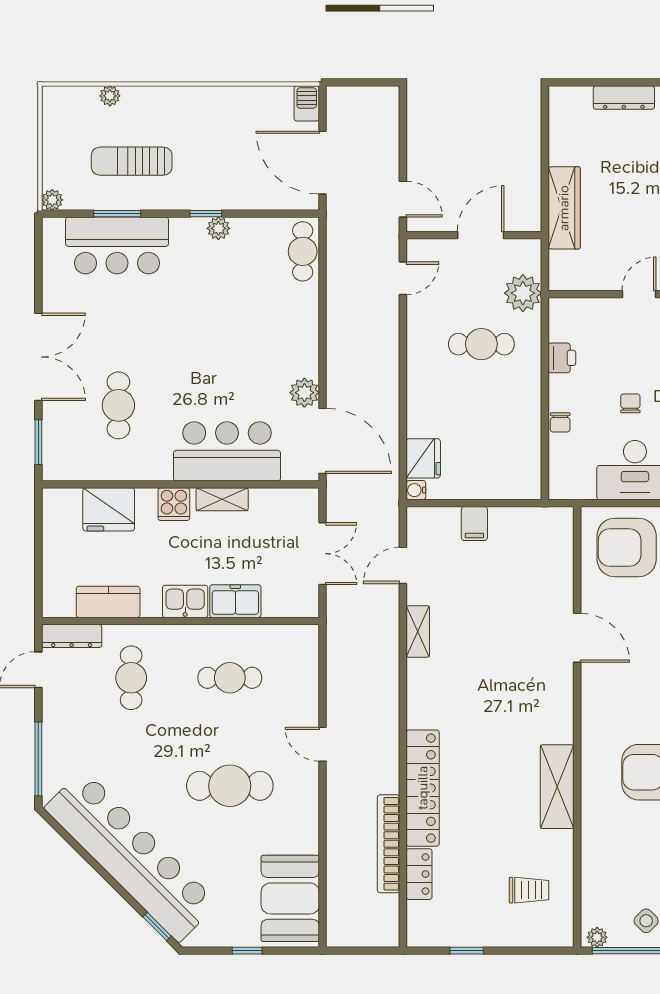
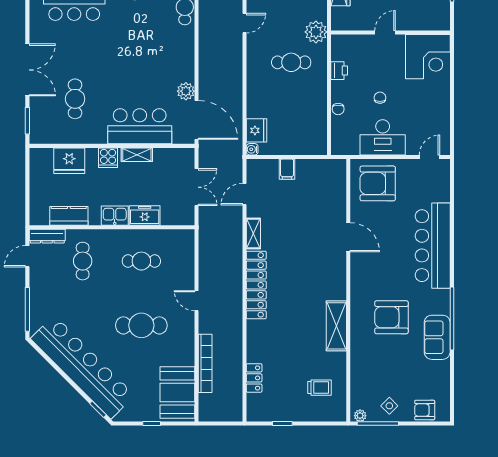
locker: (423, 788) -> (256, 285), moved
bookcase: (389, 844) -> (205, 363), moved, turned 180

